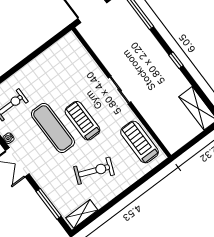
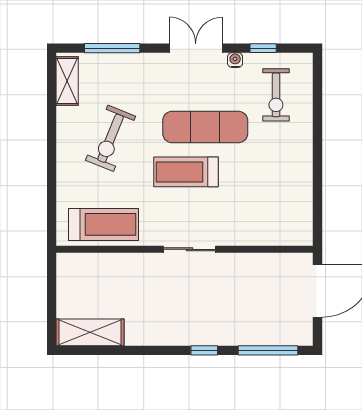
window: (176, 60) -> (204, 350), moved
treadmill: (82, 121) -> (186, 172), turned 180

